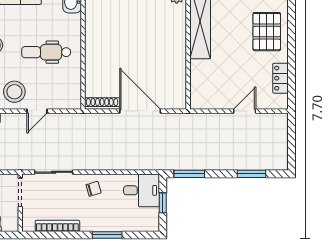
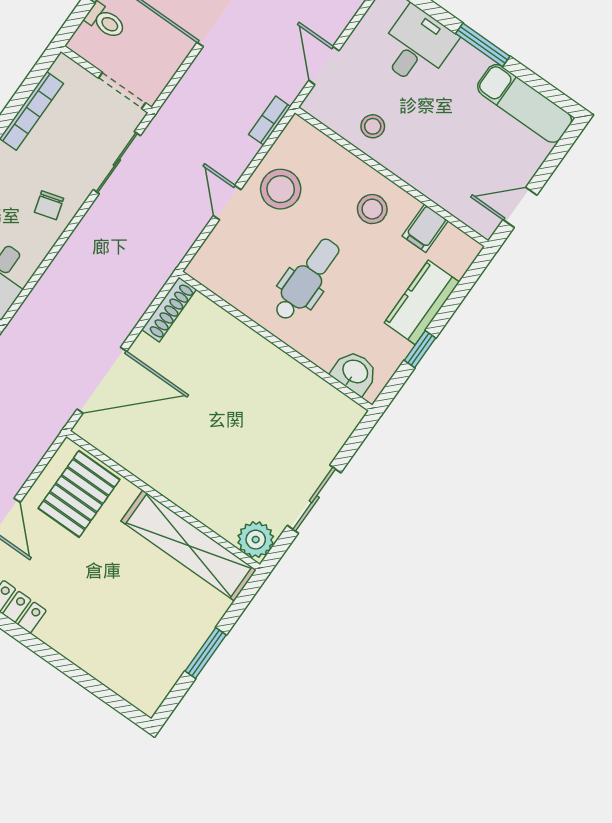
pallet: (267, 32) -> (79, 494), moved, turned 90
door: (140, 111) -> (102, 380), moved

